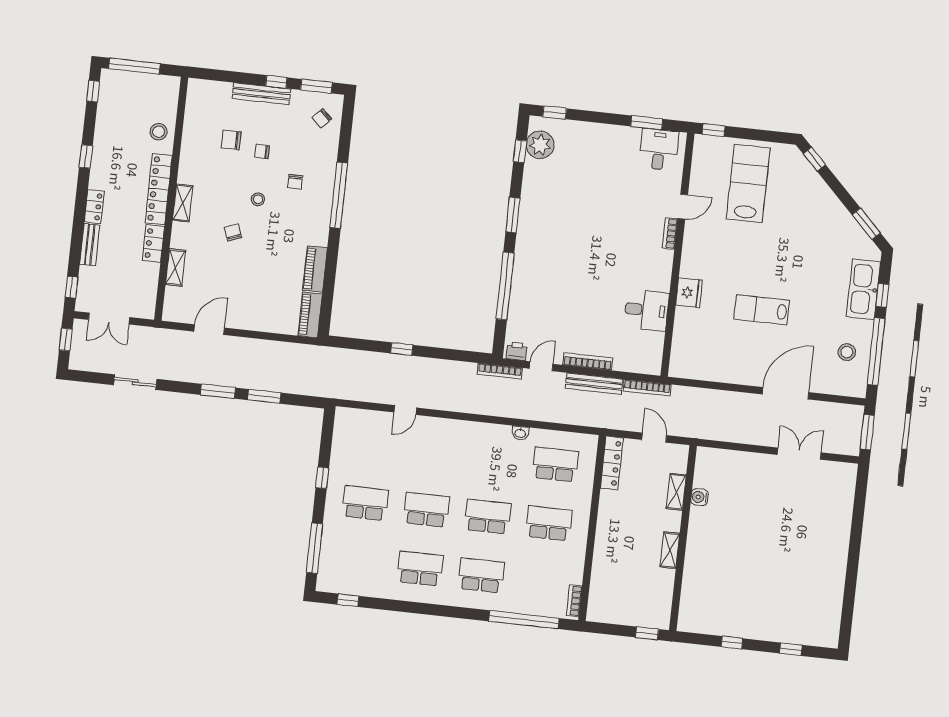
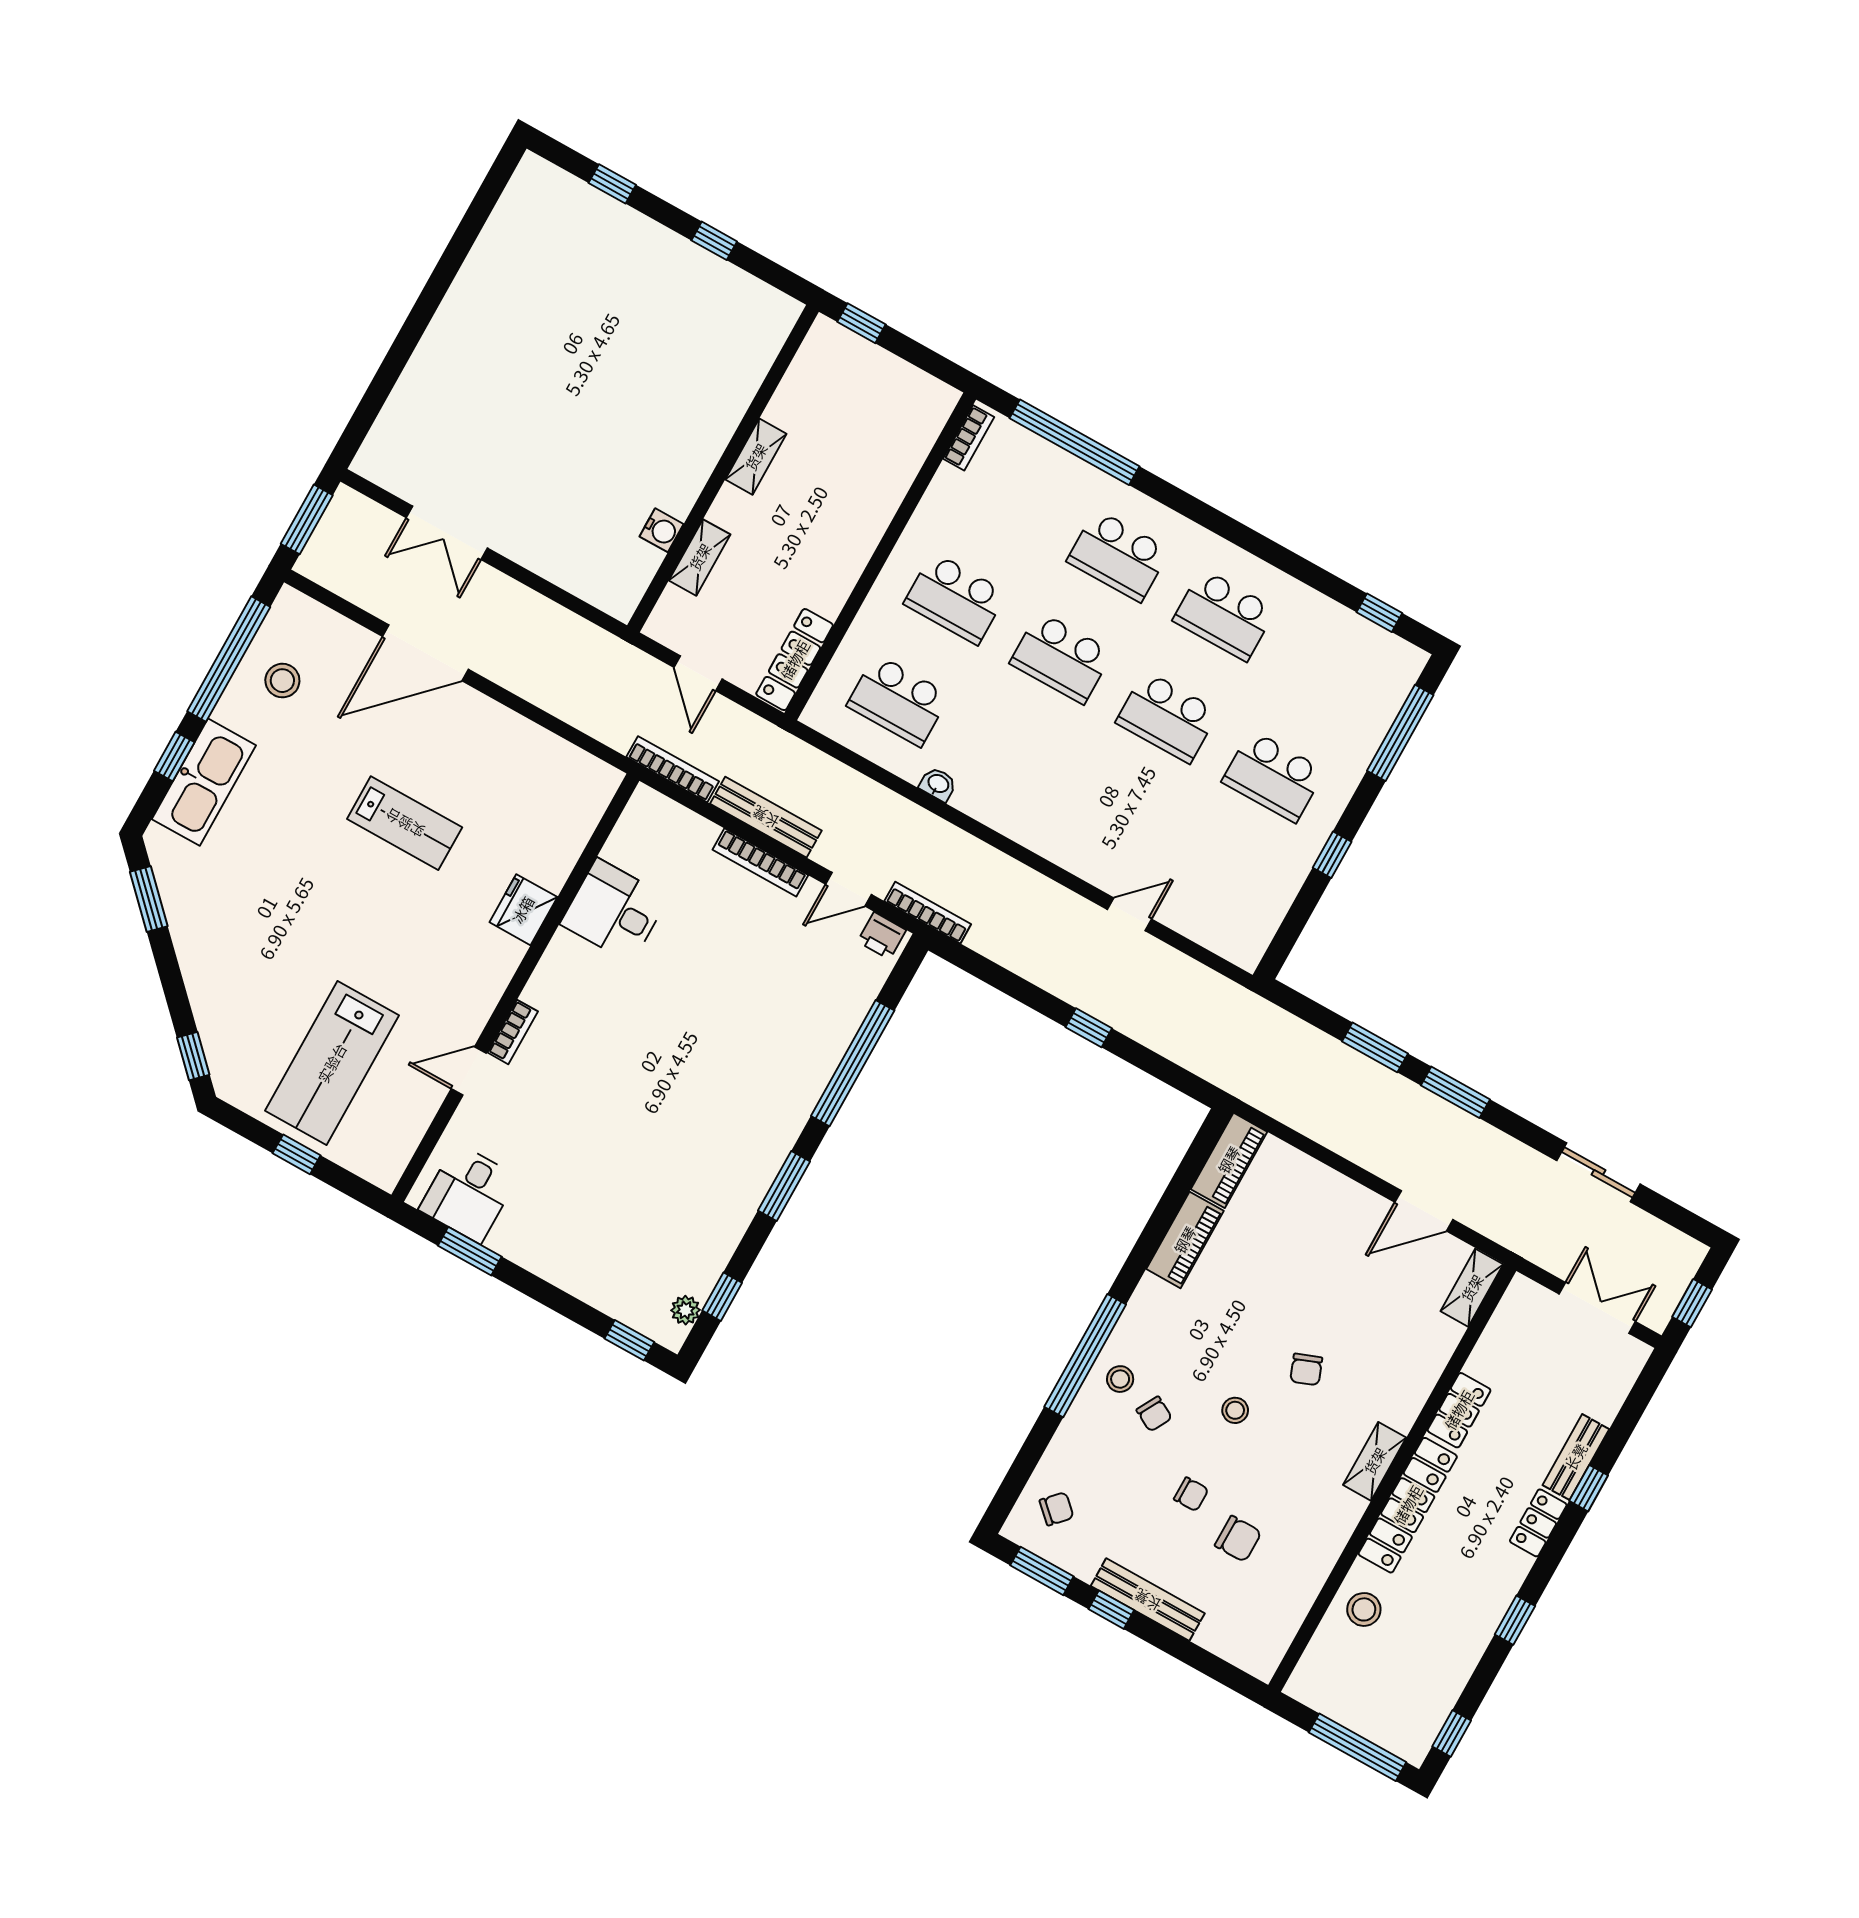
window: (714, 130) -> (297, 1154), moved
plant: (540, 145) -> (686, 1310), width x0.53, depth x0.53
chair: (295, 182) -> (1154, 1414), turned 119
stool: (318, 191) -> (1120, 1379), added
shelving: (176, 268) -> (1472, 1288), moved
window: (71, 287) -> (1589, 1488), moved

